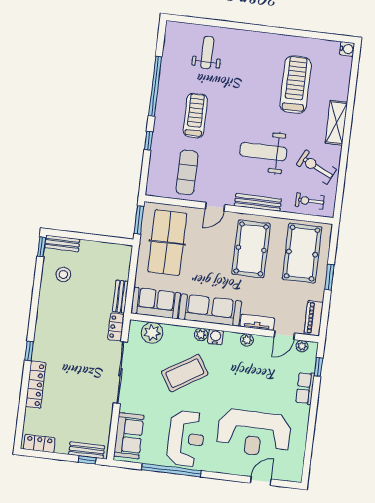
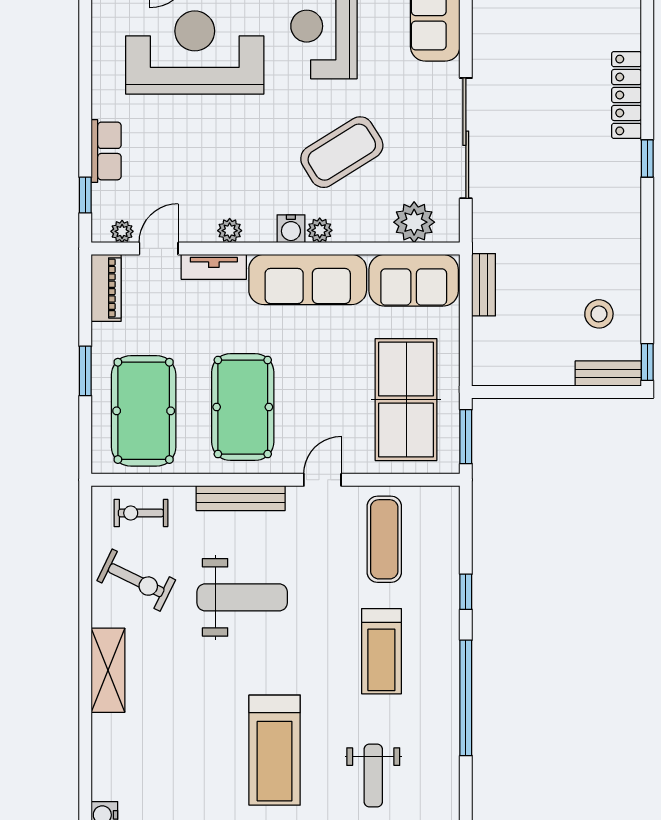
treadmill: (295, 84) -> (275, 750), moved
exercise bike: (310, 201) -> (141, 513), turned 180
locker: (116, 327) -> (485, 225), removed

